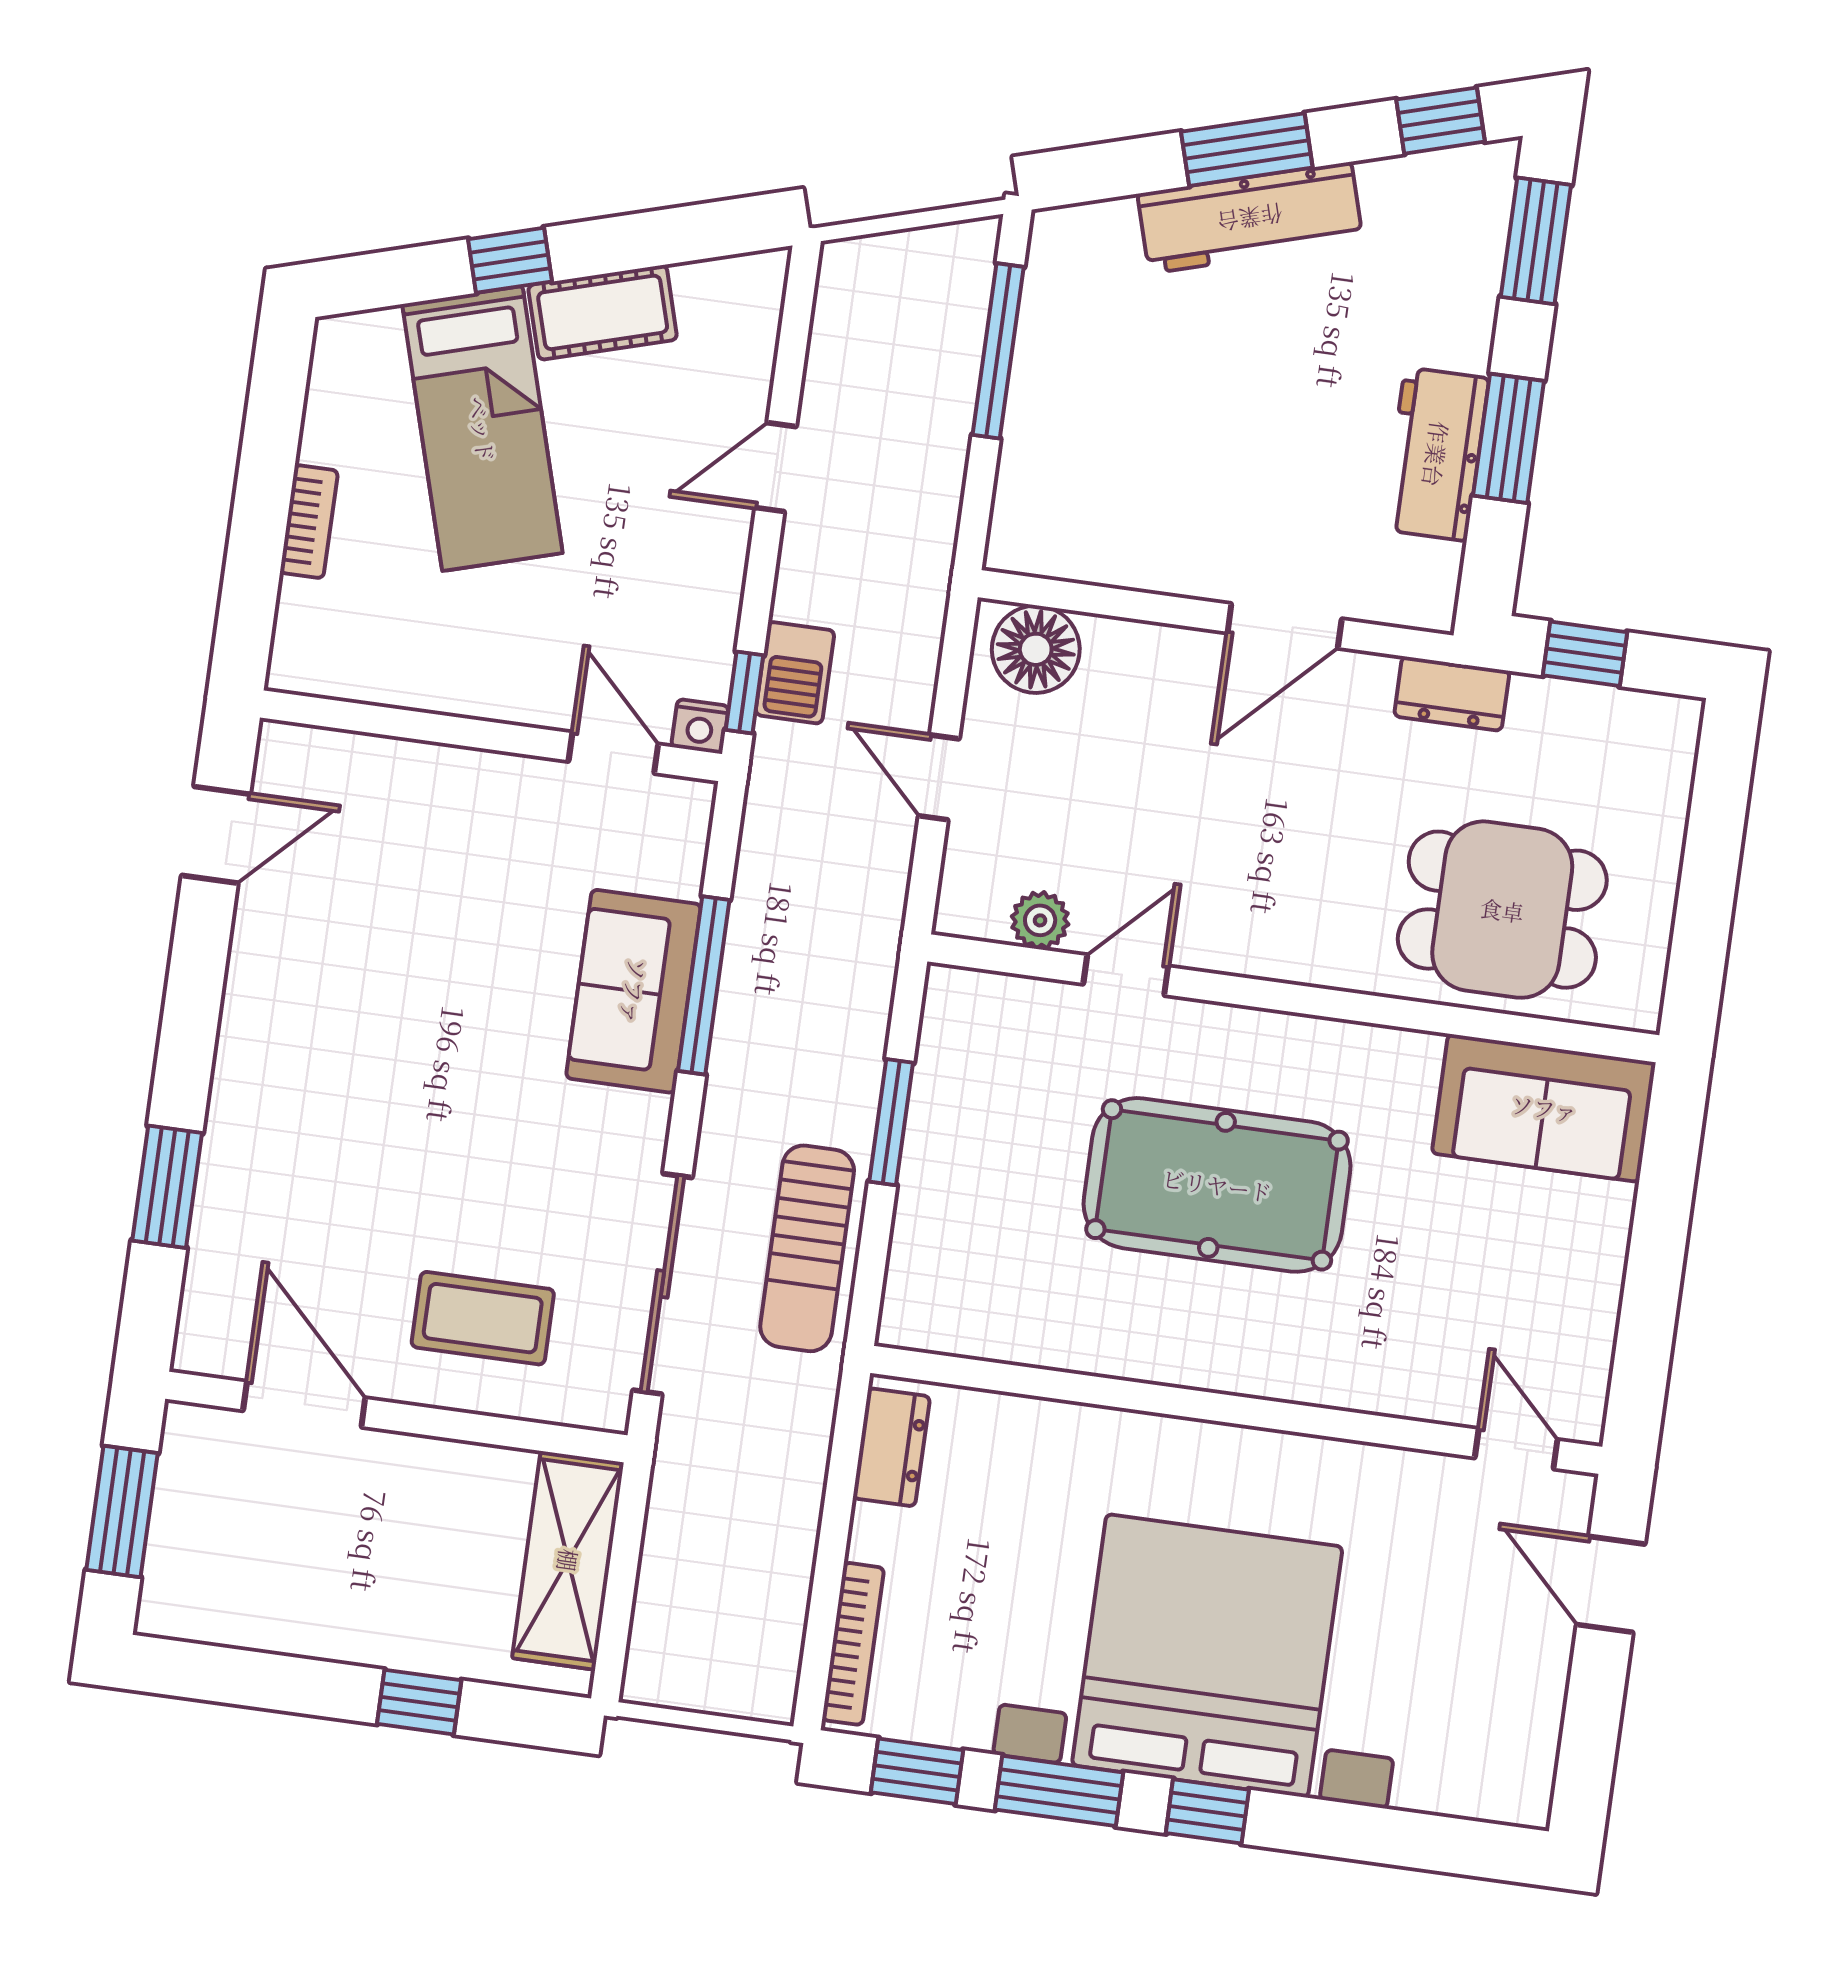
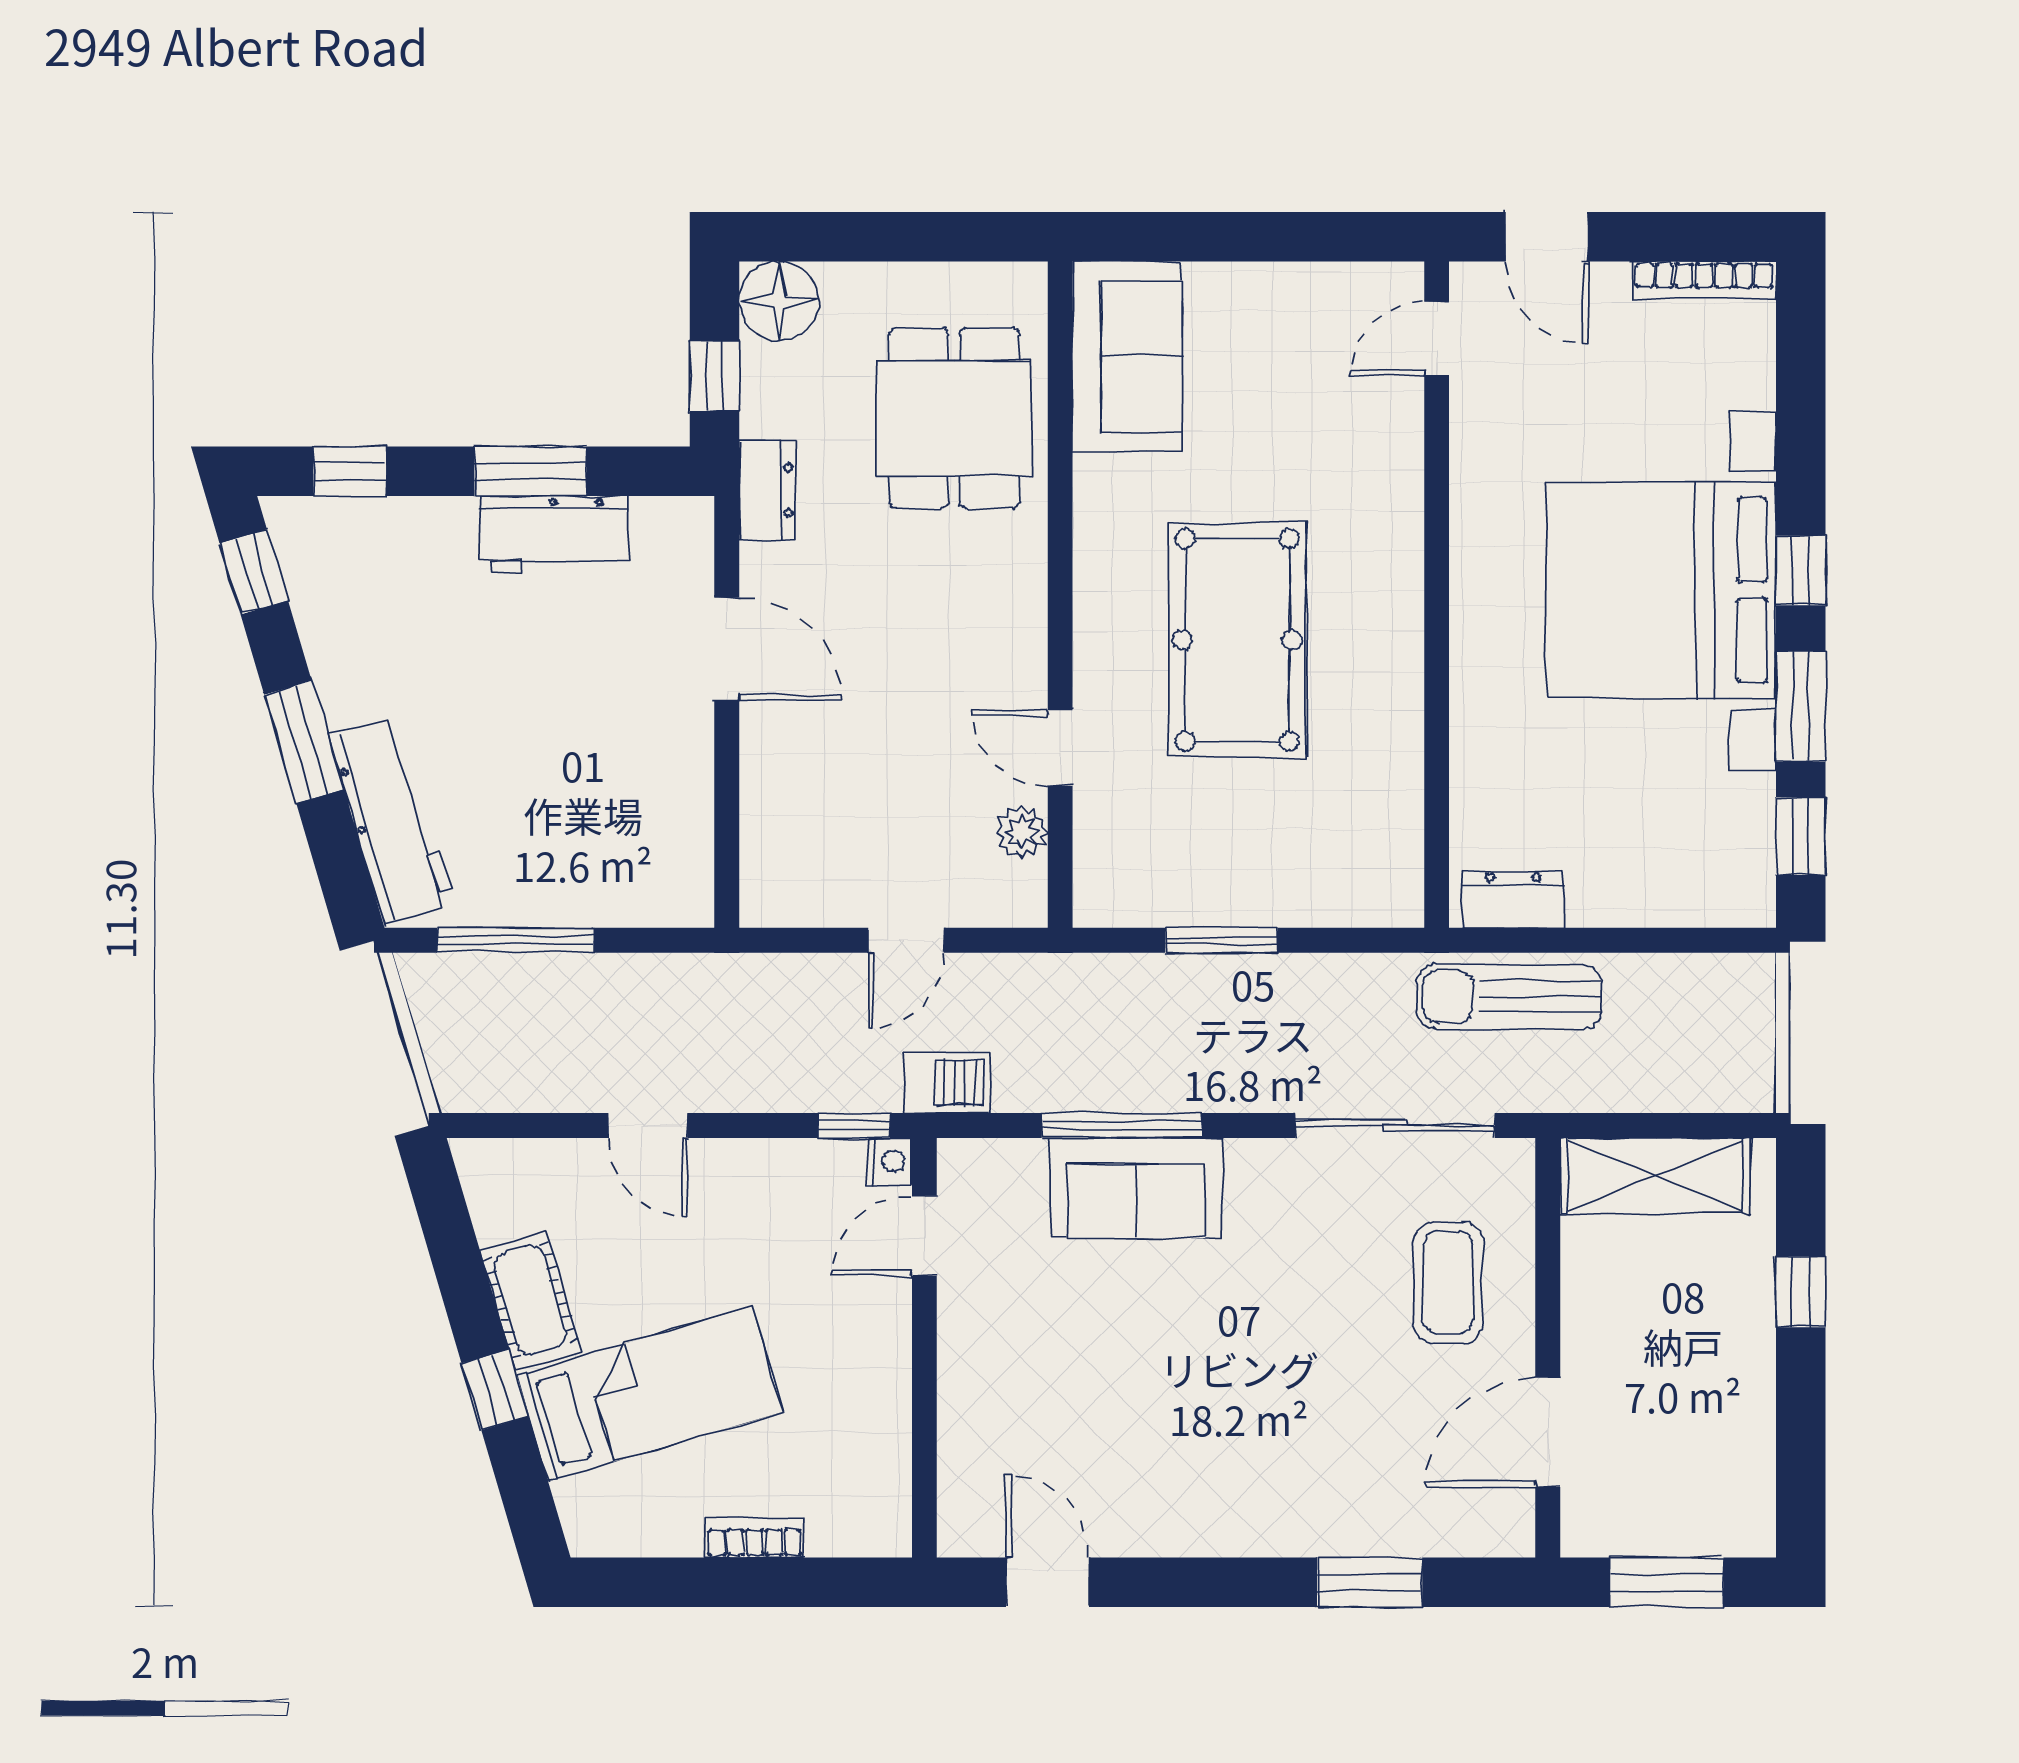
workbench: (1250, 218) -> (391, 820), moved
window: (1536, 241) -> (350, 471), width x0.67
floor lamp: (1036, 649) -> (779, 301), moved
barbecue: (795, 673) -> (947, 1083), moved
sun lounger: (807, 1248) -> (1509, 997), moved, turned 180
door: (1611, 1584) -> (1547, 237), hinge flipped
bookcase: (853, 1644) -> (1704, 280), moved, turned 180

